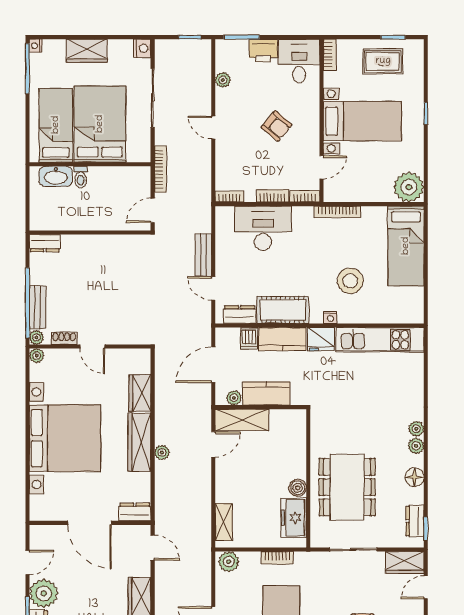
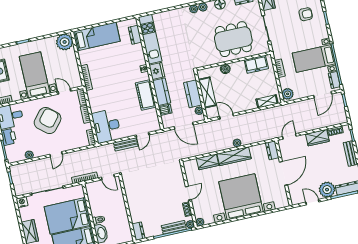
armchair: (277, 126) -> (48, 120), width x1.88, depth x1.88
desk: (263, 228) -> (107, 126), moved
stool: (350, 281) -> (122, 62), removed
dresser: (240, 315) -> (135, 35), moved
shelving: (242, 420) -> (207, 92), moved
boiler: (298, 488) -> (225, 69), moved

